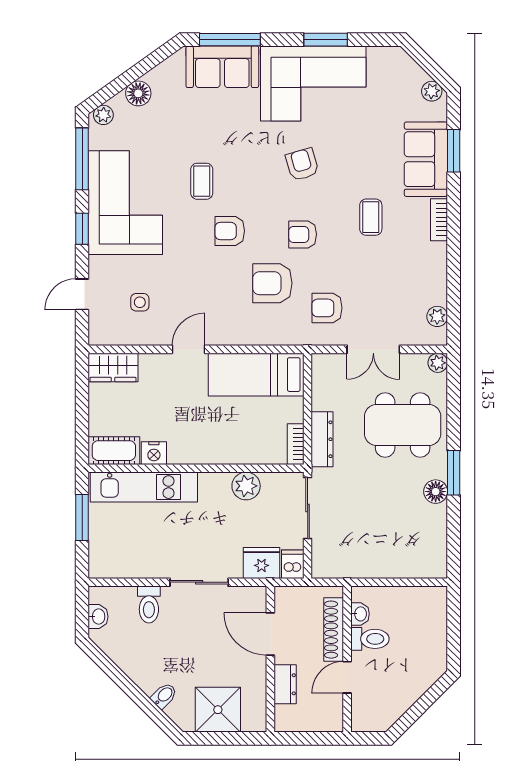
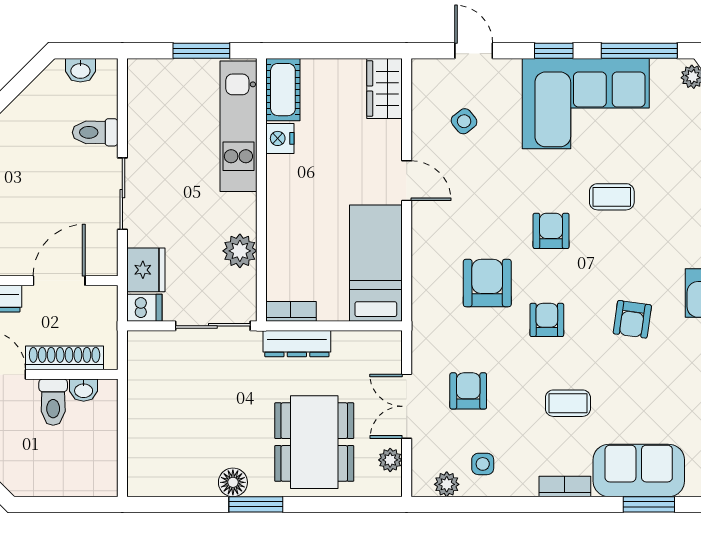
armchair: (302, 164) -> (632, 319), turned 114
side table: (421, 287) -> (483, 464), added
side table: (140, 302) -> (464, 121), turned -38
armchair: (327, 308) -> (468, 391), moved
plant: (438, 363) -> (390, 460), moved

